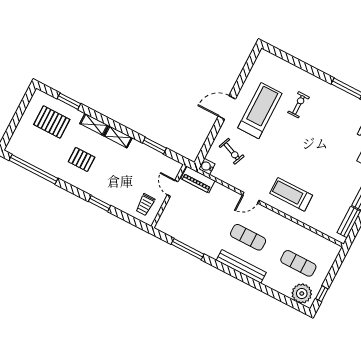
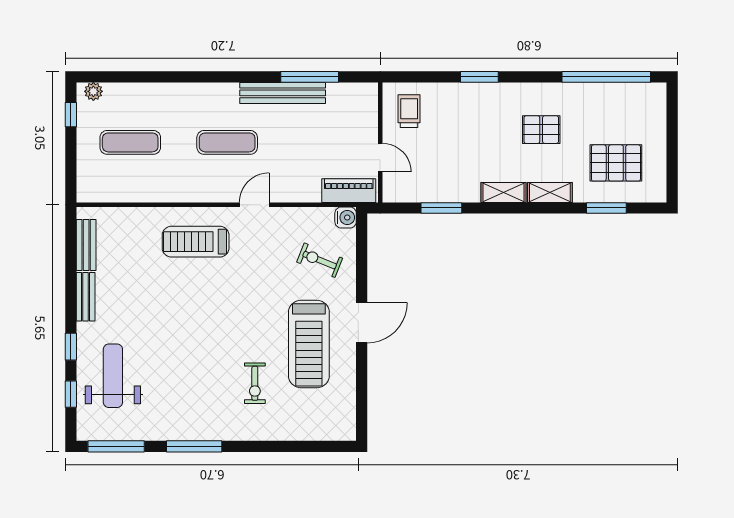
treadmill: (291, 194) -> (196, 242), turned 180
bench: (241, 266) -> (283, 93), moved
plant: (302, 293) -> (93, 91), width x0.53, depth x0.53

